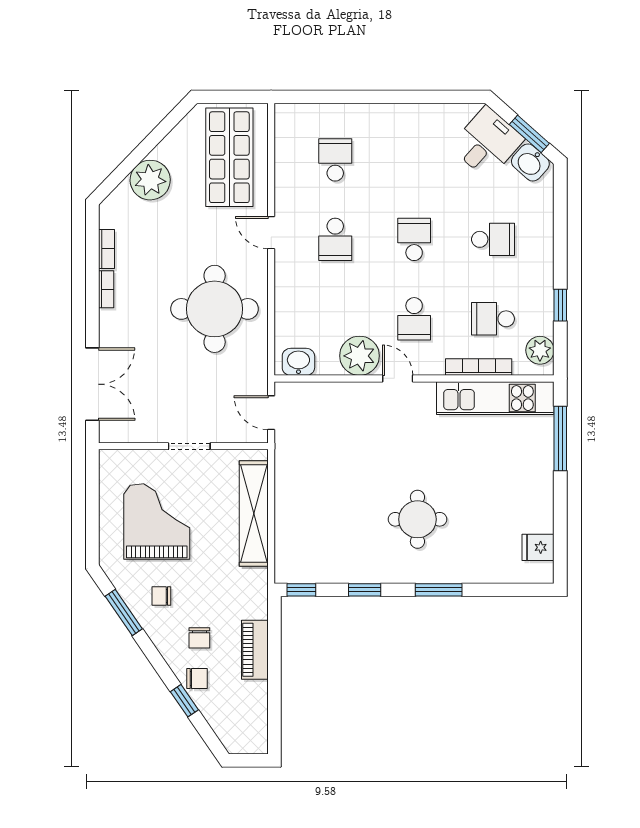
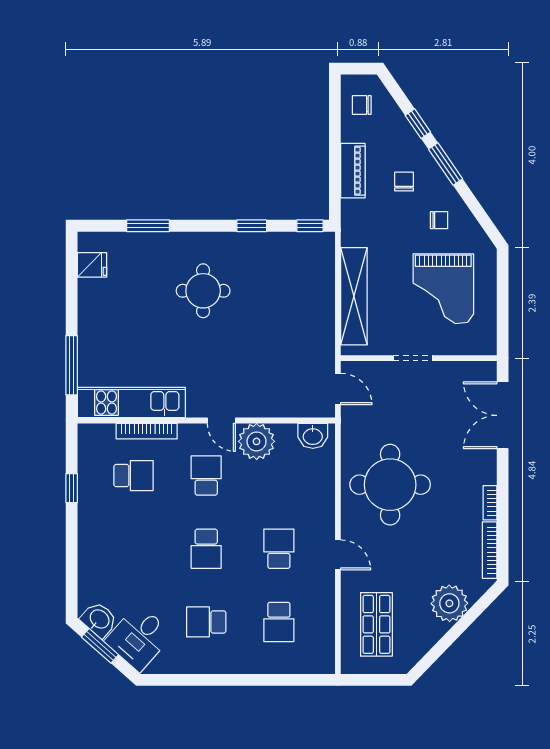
shop shelf: (229, 157) -> (376, 624), width x0.70, depth x0.74
school desk: (493, 239) -> (206, 622), moved
bookcase: (107, 249) -> (490, 550), width x1.56
plant: (540, 350) -> (90, 447), removed
window: (439, 590) -> (148, 226), moved
window: (124, 613) -> (446, 164), moved
chair: (197, 679) -> (362, 105), moved

